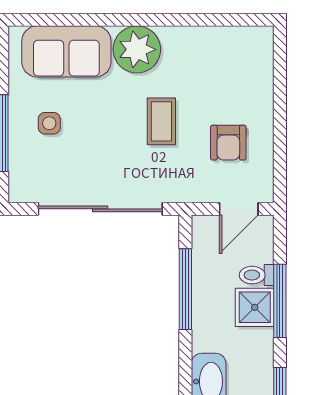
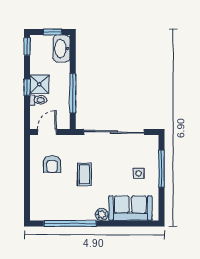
window: (191, 20) -> (70, 223), added
plant: (137, 49) -> (102, 214), width x0.53, depth x0.53
armchair: (228, 143) -> (52, 164), turned 180
window: (280, 301) -> (27, 87), width x0.46

